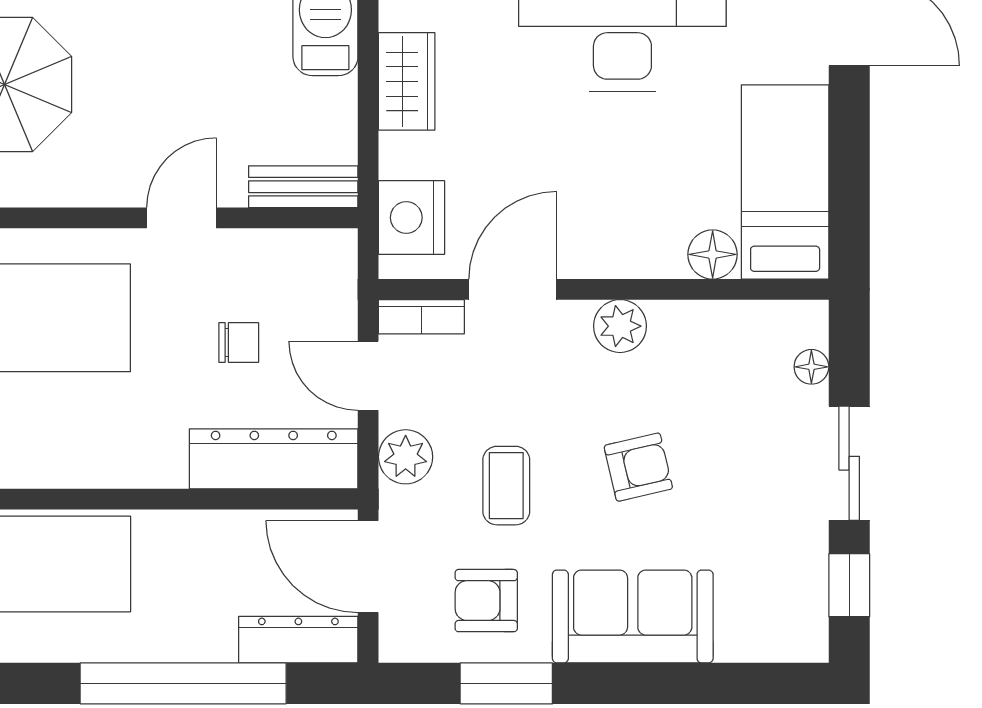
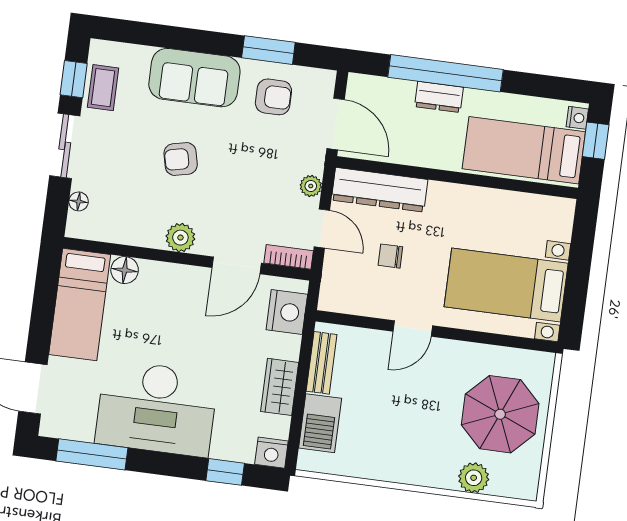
bench: (303, 187) -> (322, 363), moved, turned 90
plant: (406, 457) -> (311, 186), width x0.73, depth x0.73
coffee table: (506, 486) -> (103, 88), moved
dresser: (298, 640) -> (439, 97), moved, width x0.70

